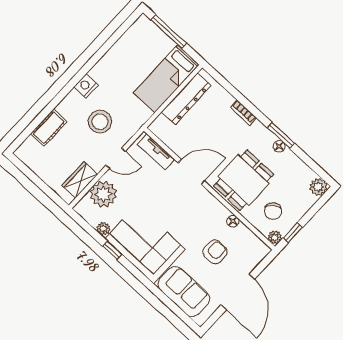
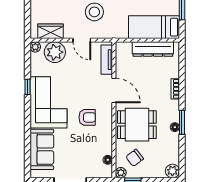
floor lamp: (233, 221) -> (108, 160), moved
plant: (103, 229) -> (35, 47), moved
armchair: (215, 252) -> (87, 117), moved

